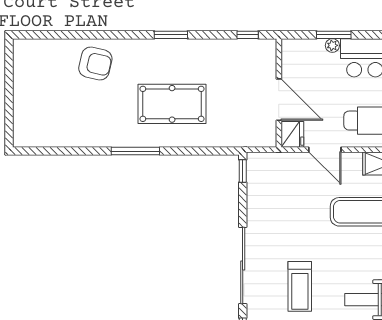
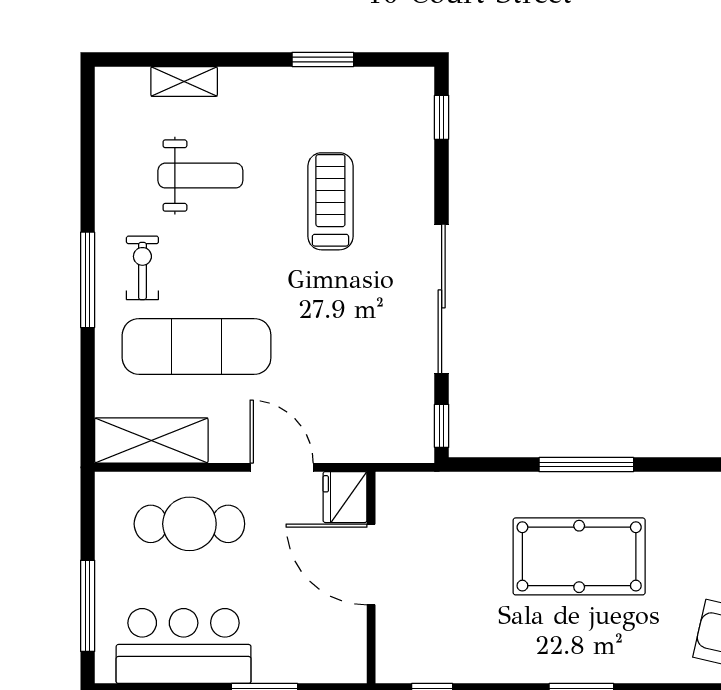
plant: (332, 45) -> (267, 670), removed
window: (135, 151) -> (586, 465), moved
sliding door: (243, 265) -> (442, 299), moved

